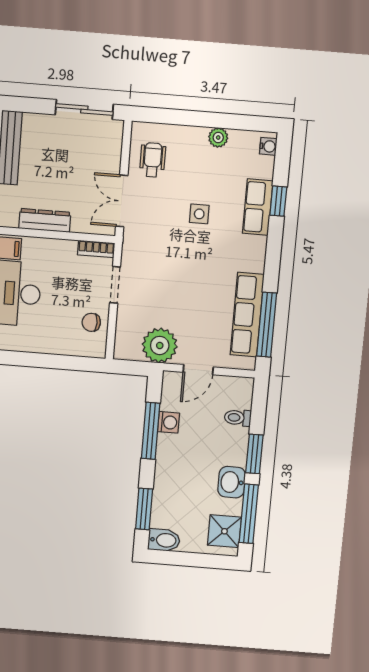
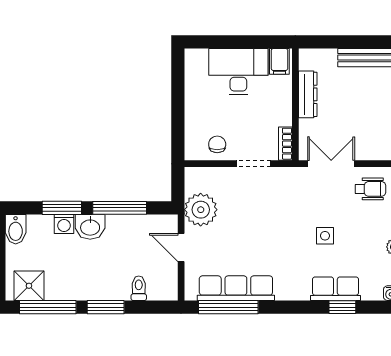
washing machine: (169, 422) -> (64, 224), moved
washbasin: (232, 482) -> (90, 227), moved, turned 180
window: (144, 509) -> (62, 208), moved

